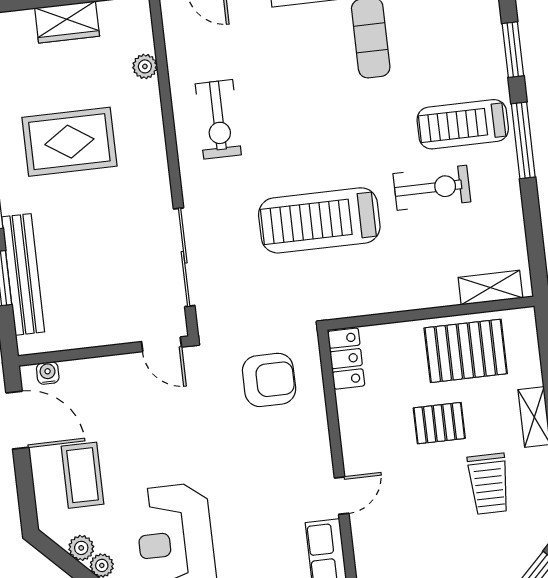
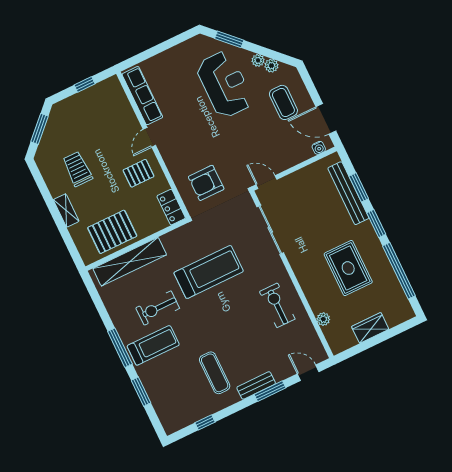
rug: (69, 142) -> (348, 268), turned 90
shelving: (490, 288) -> (130, 262), width x2.20, depth x1.33
pallet: (439, 423) -> (138, 173), moved

